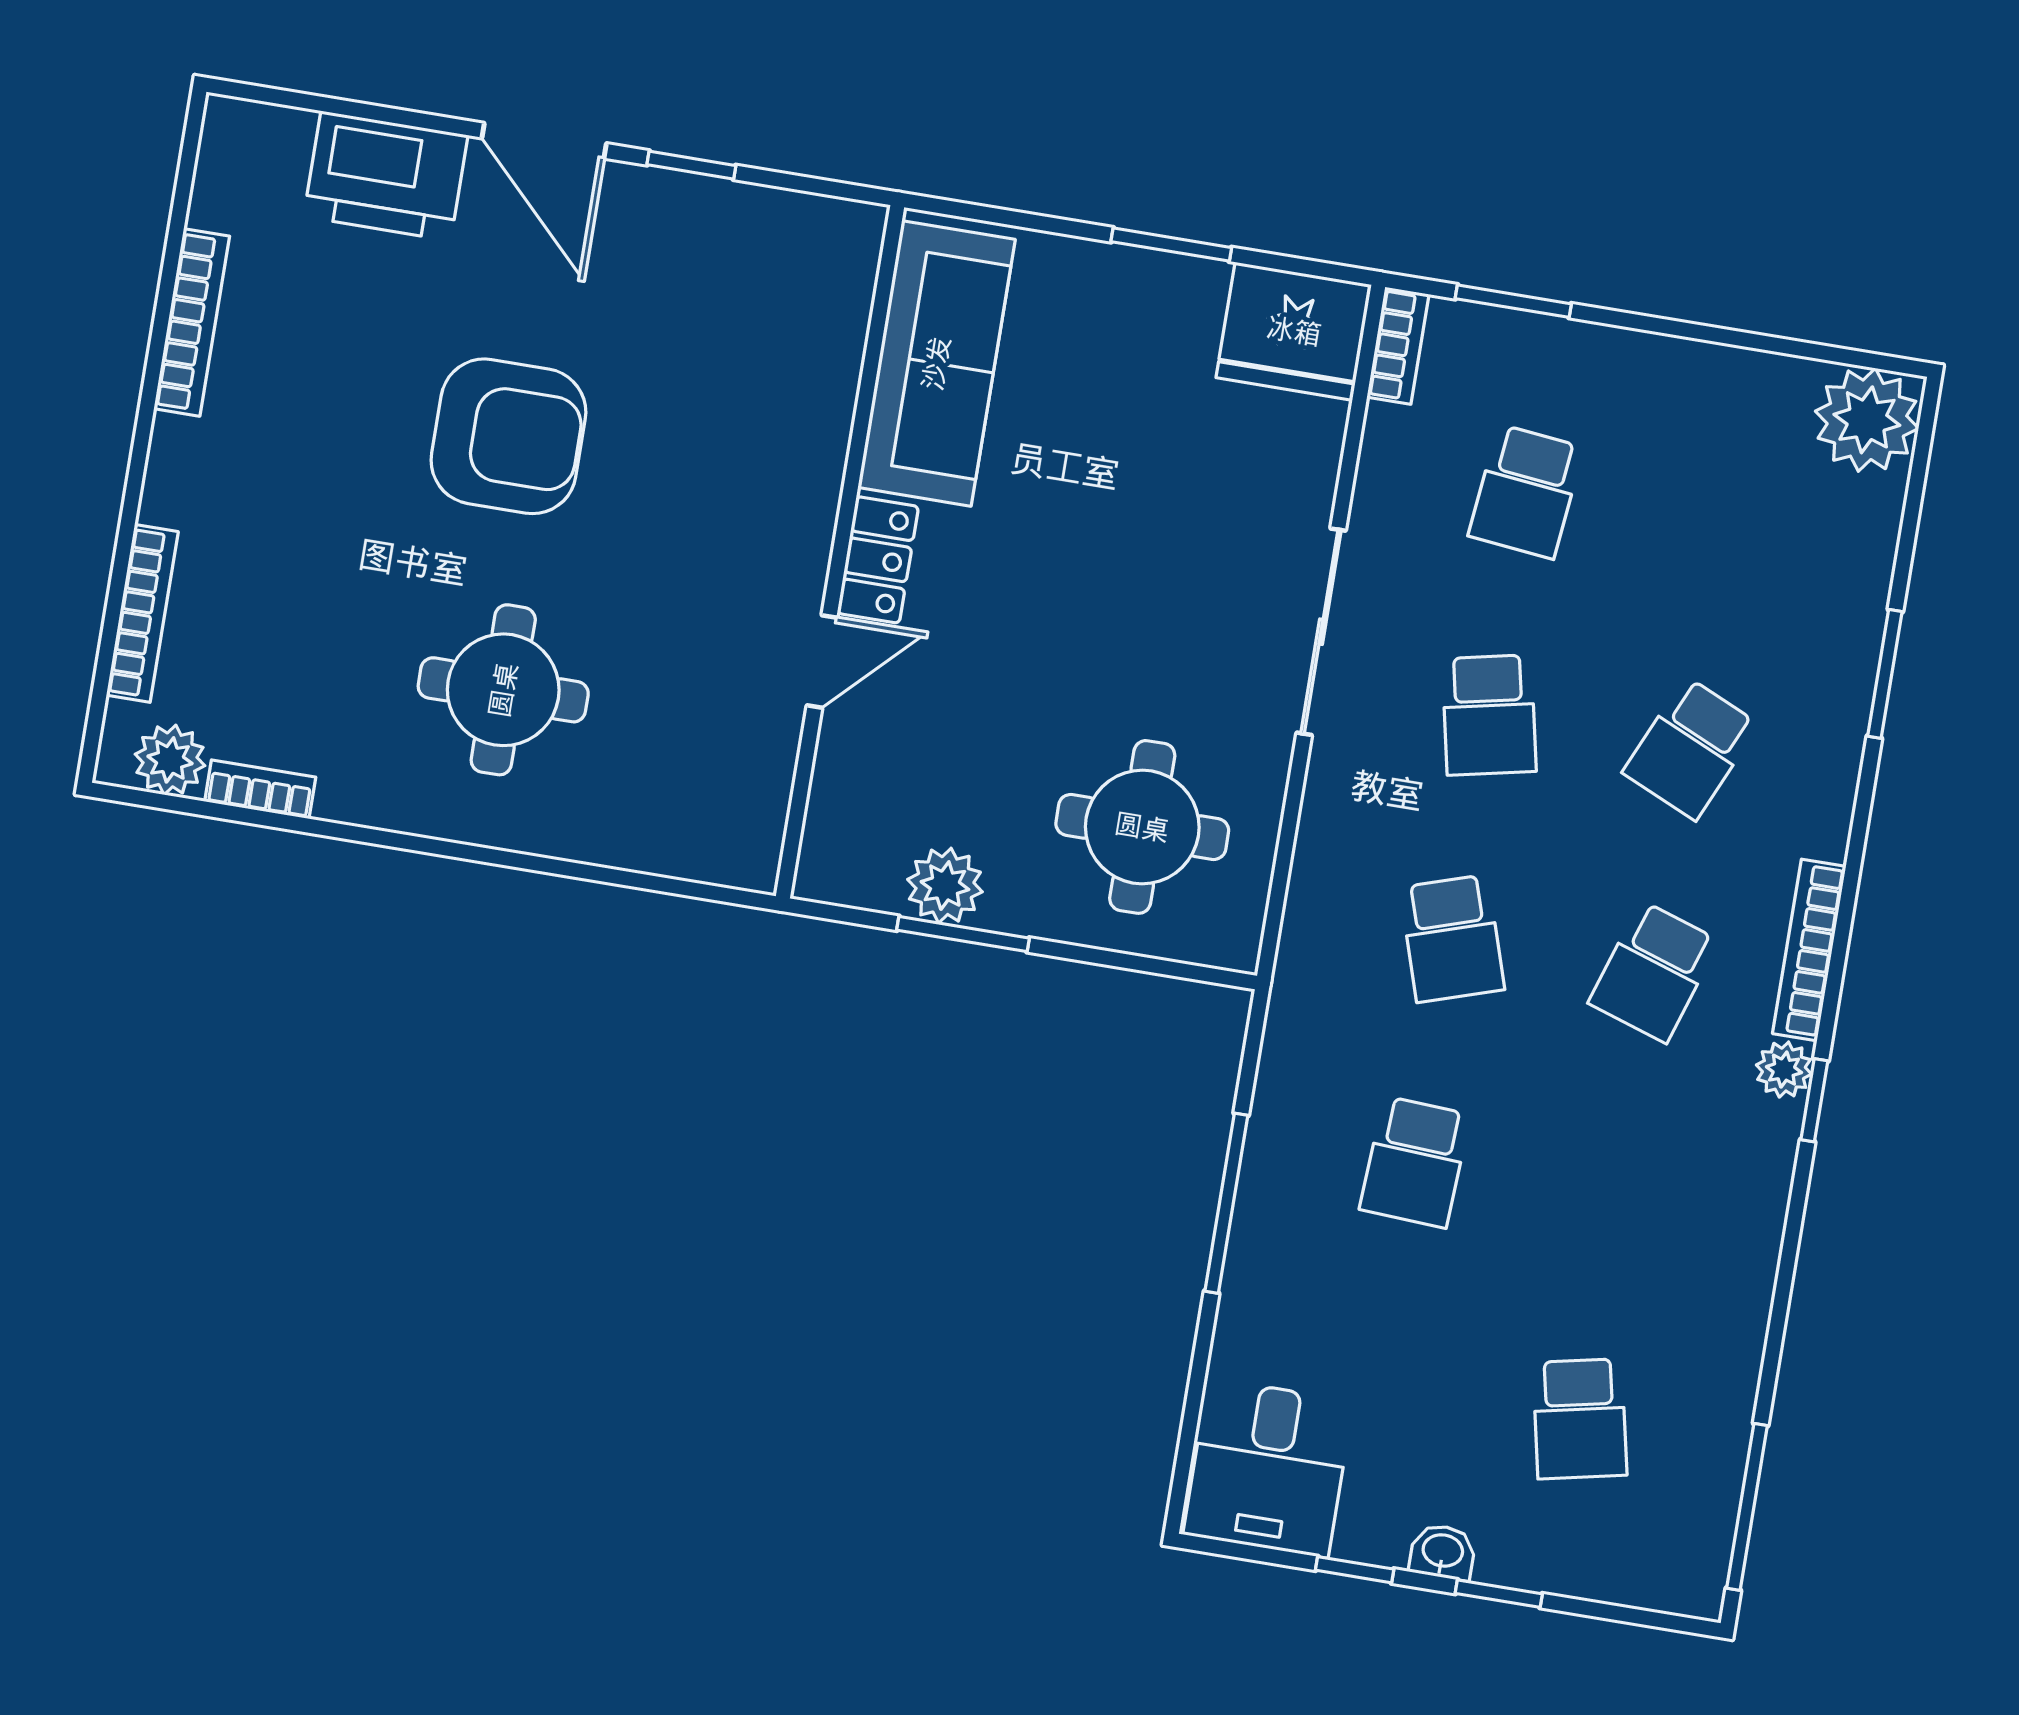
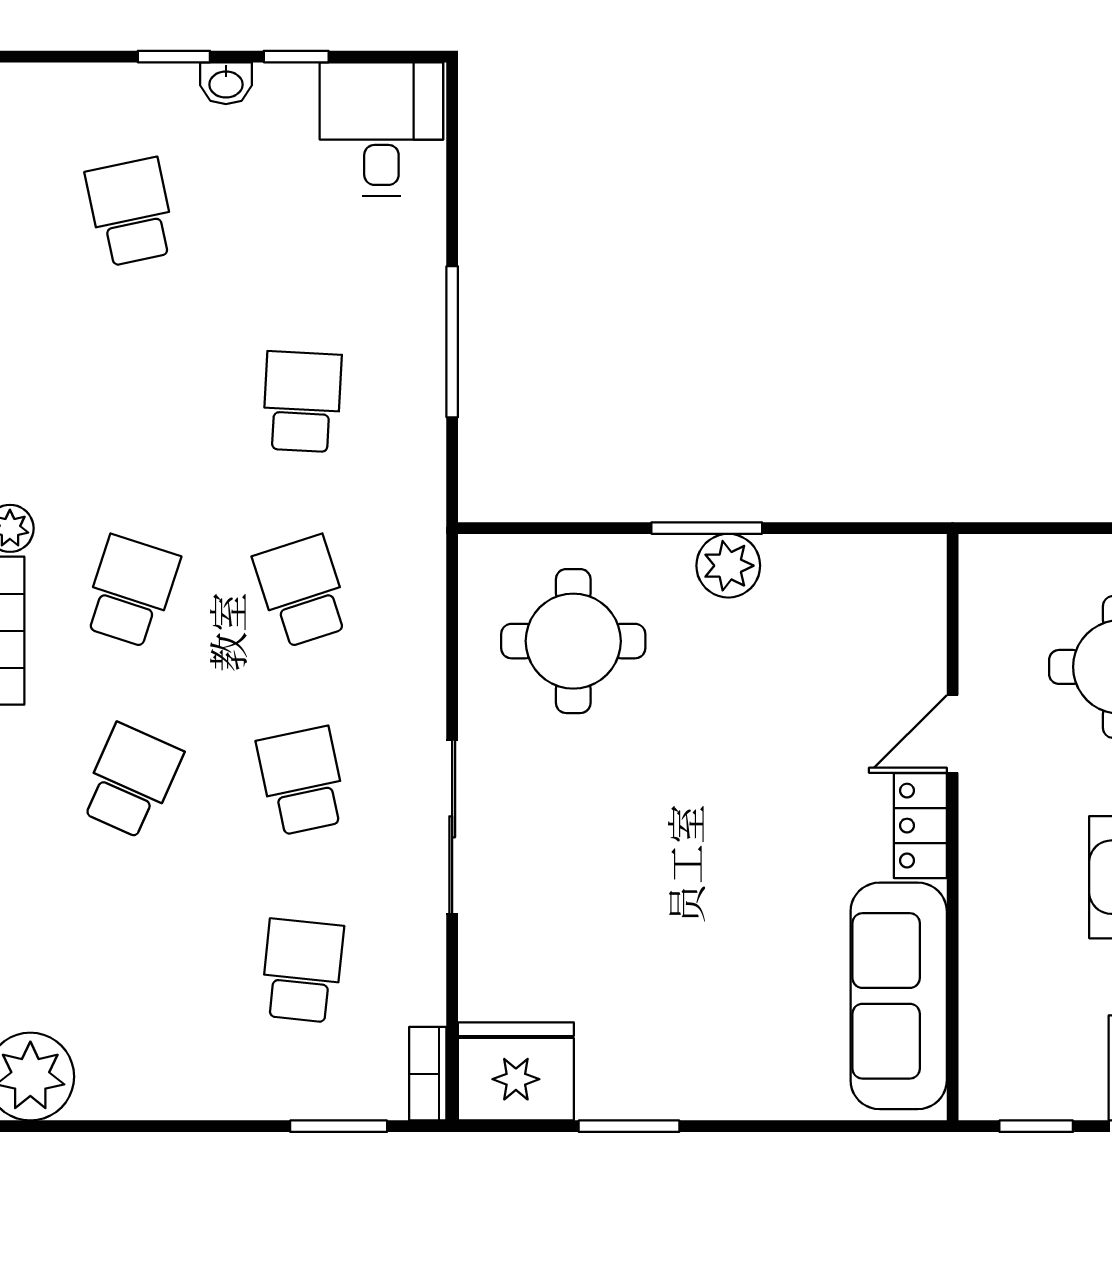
sofa: (936, 363) -> (899, 996), moved
wall: (840, 552) -> (953, 827), moved
locker: (878, 560) -> (920, 826), moved
door: (822, 662) -> (953, 734), moved

